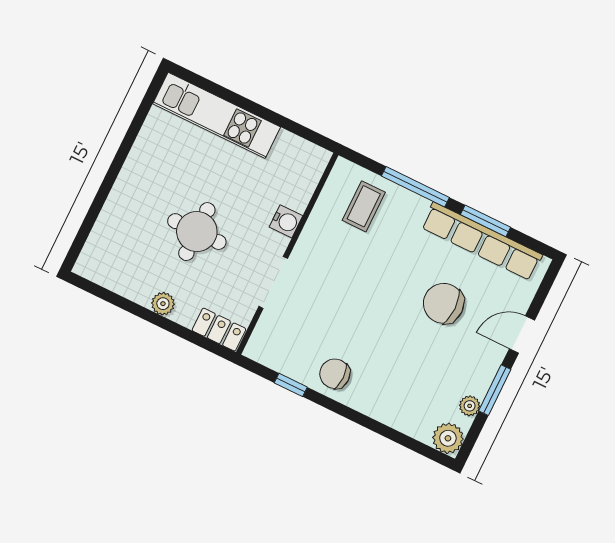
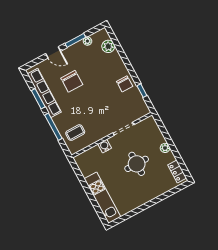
locker: (219, 330) -> (177, 171), moved
plant: (448, 438) -> (108, 46), moved

